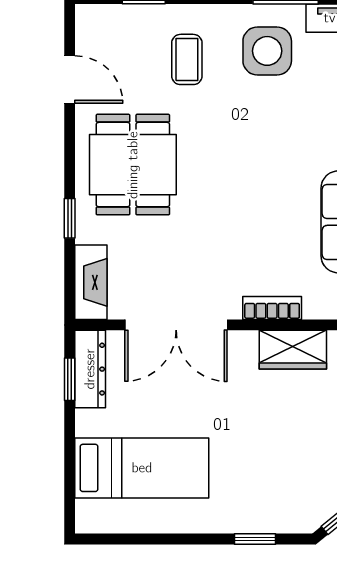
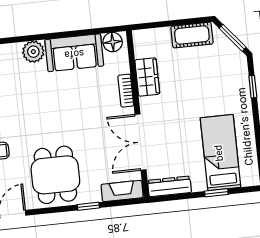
dining table: (133, 165) -> (55, 175), turned 90
double door: (176, 325) -> (140, 142), swing flipped
window: (70, 379) -> (216, 193), moved

